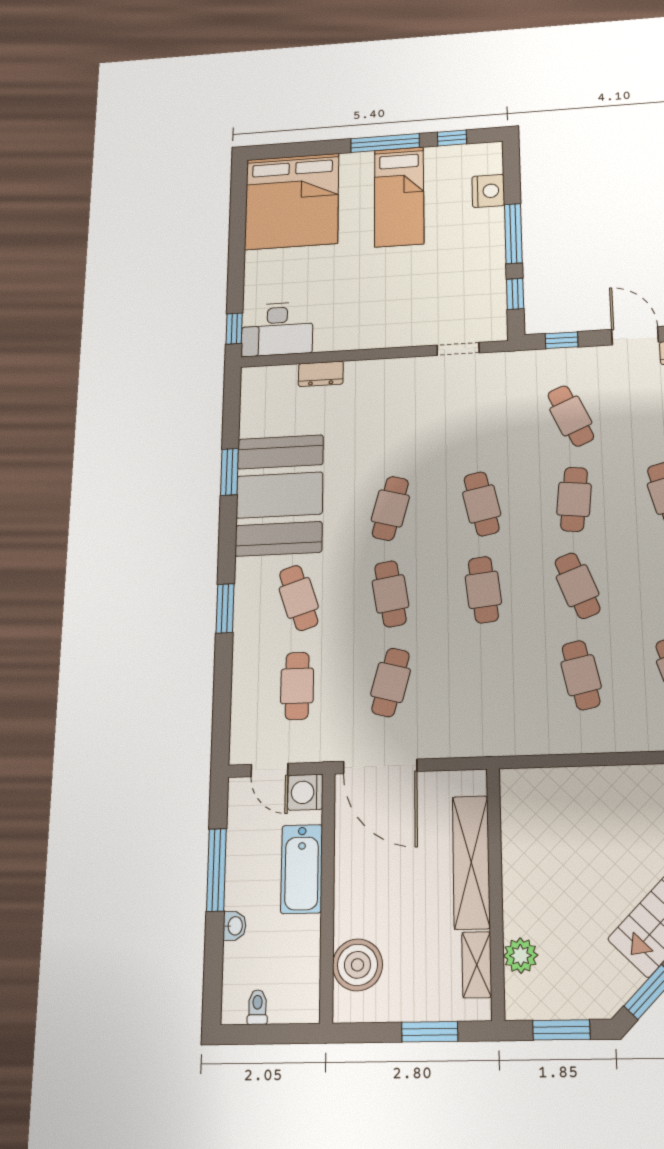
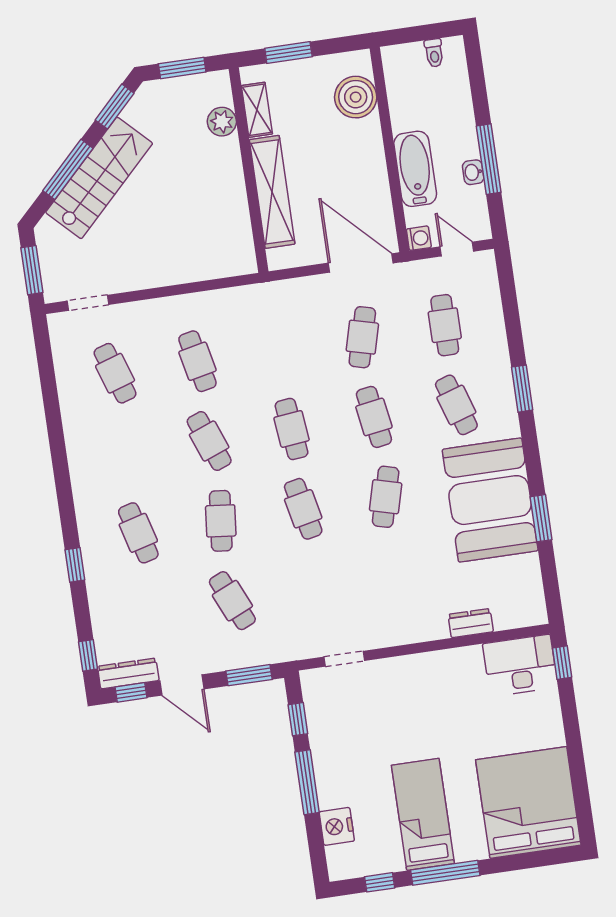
window: (562, 340) -> (249, 675), width x1.50
washing machine: (305, 792) -> (419, 238), width x0.73, depth x0.73
washbasin: (235, 926) -> (473, 172), moved

